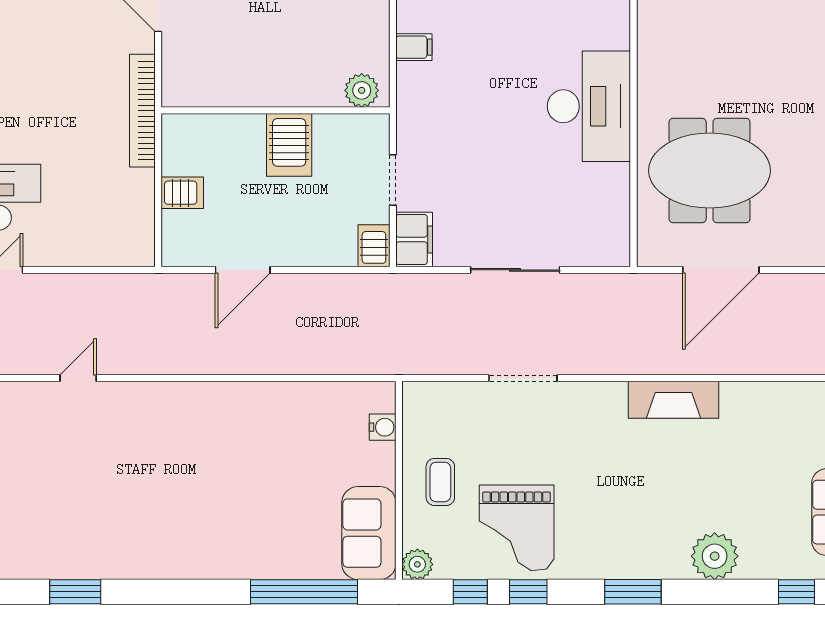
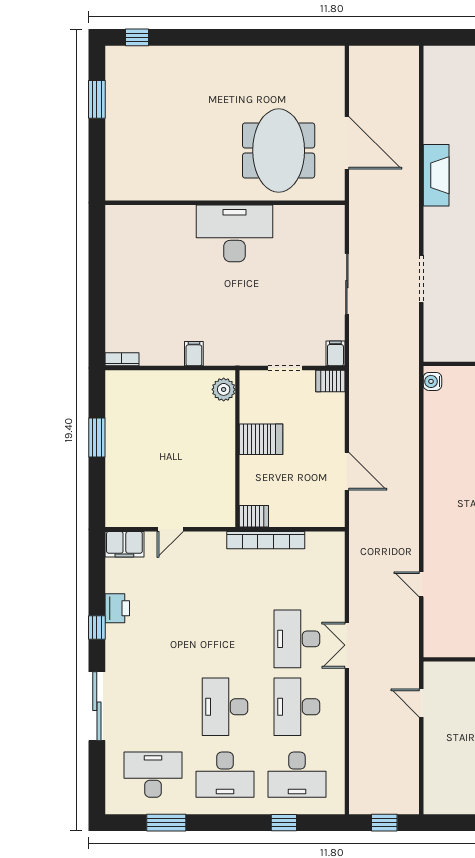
bookcase: (142, 111) -> (266, 540), moved
server rack: (182, 193) -> (254, 516), moved, turned 90
filing cabinet: (414, 240) -> (335, 353), width x0.50
water cooler: (383, 427) -> (432, 381), moved, turned -90

